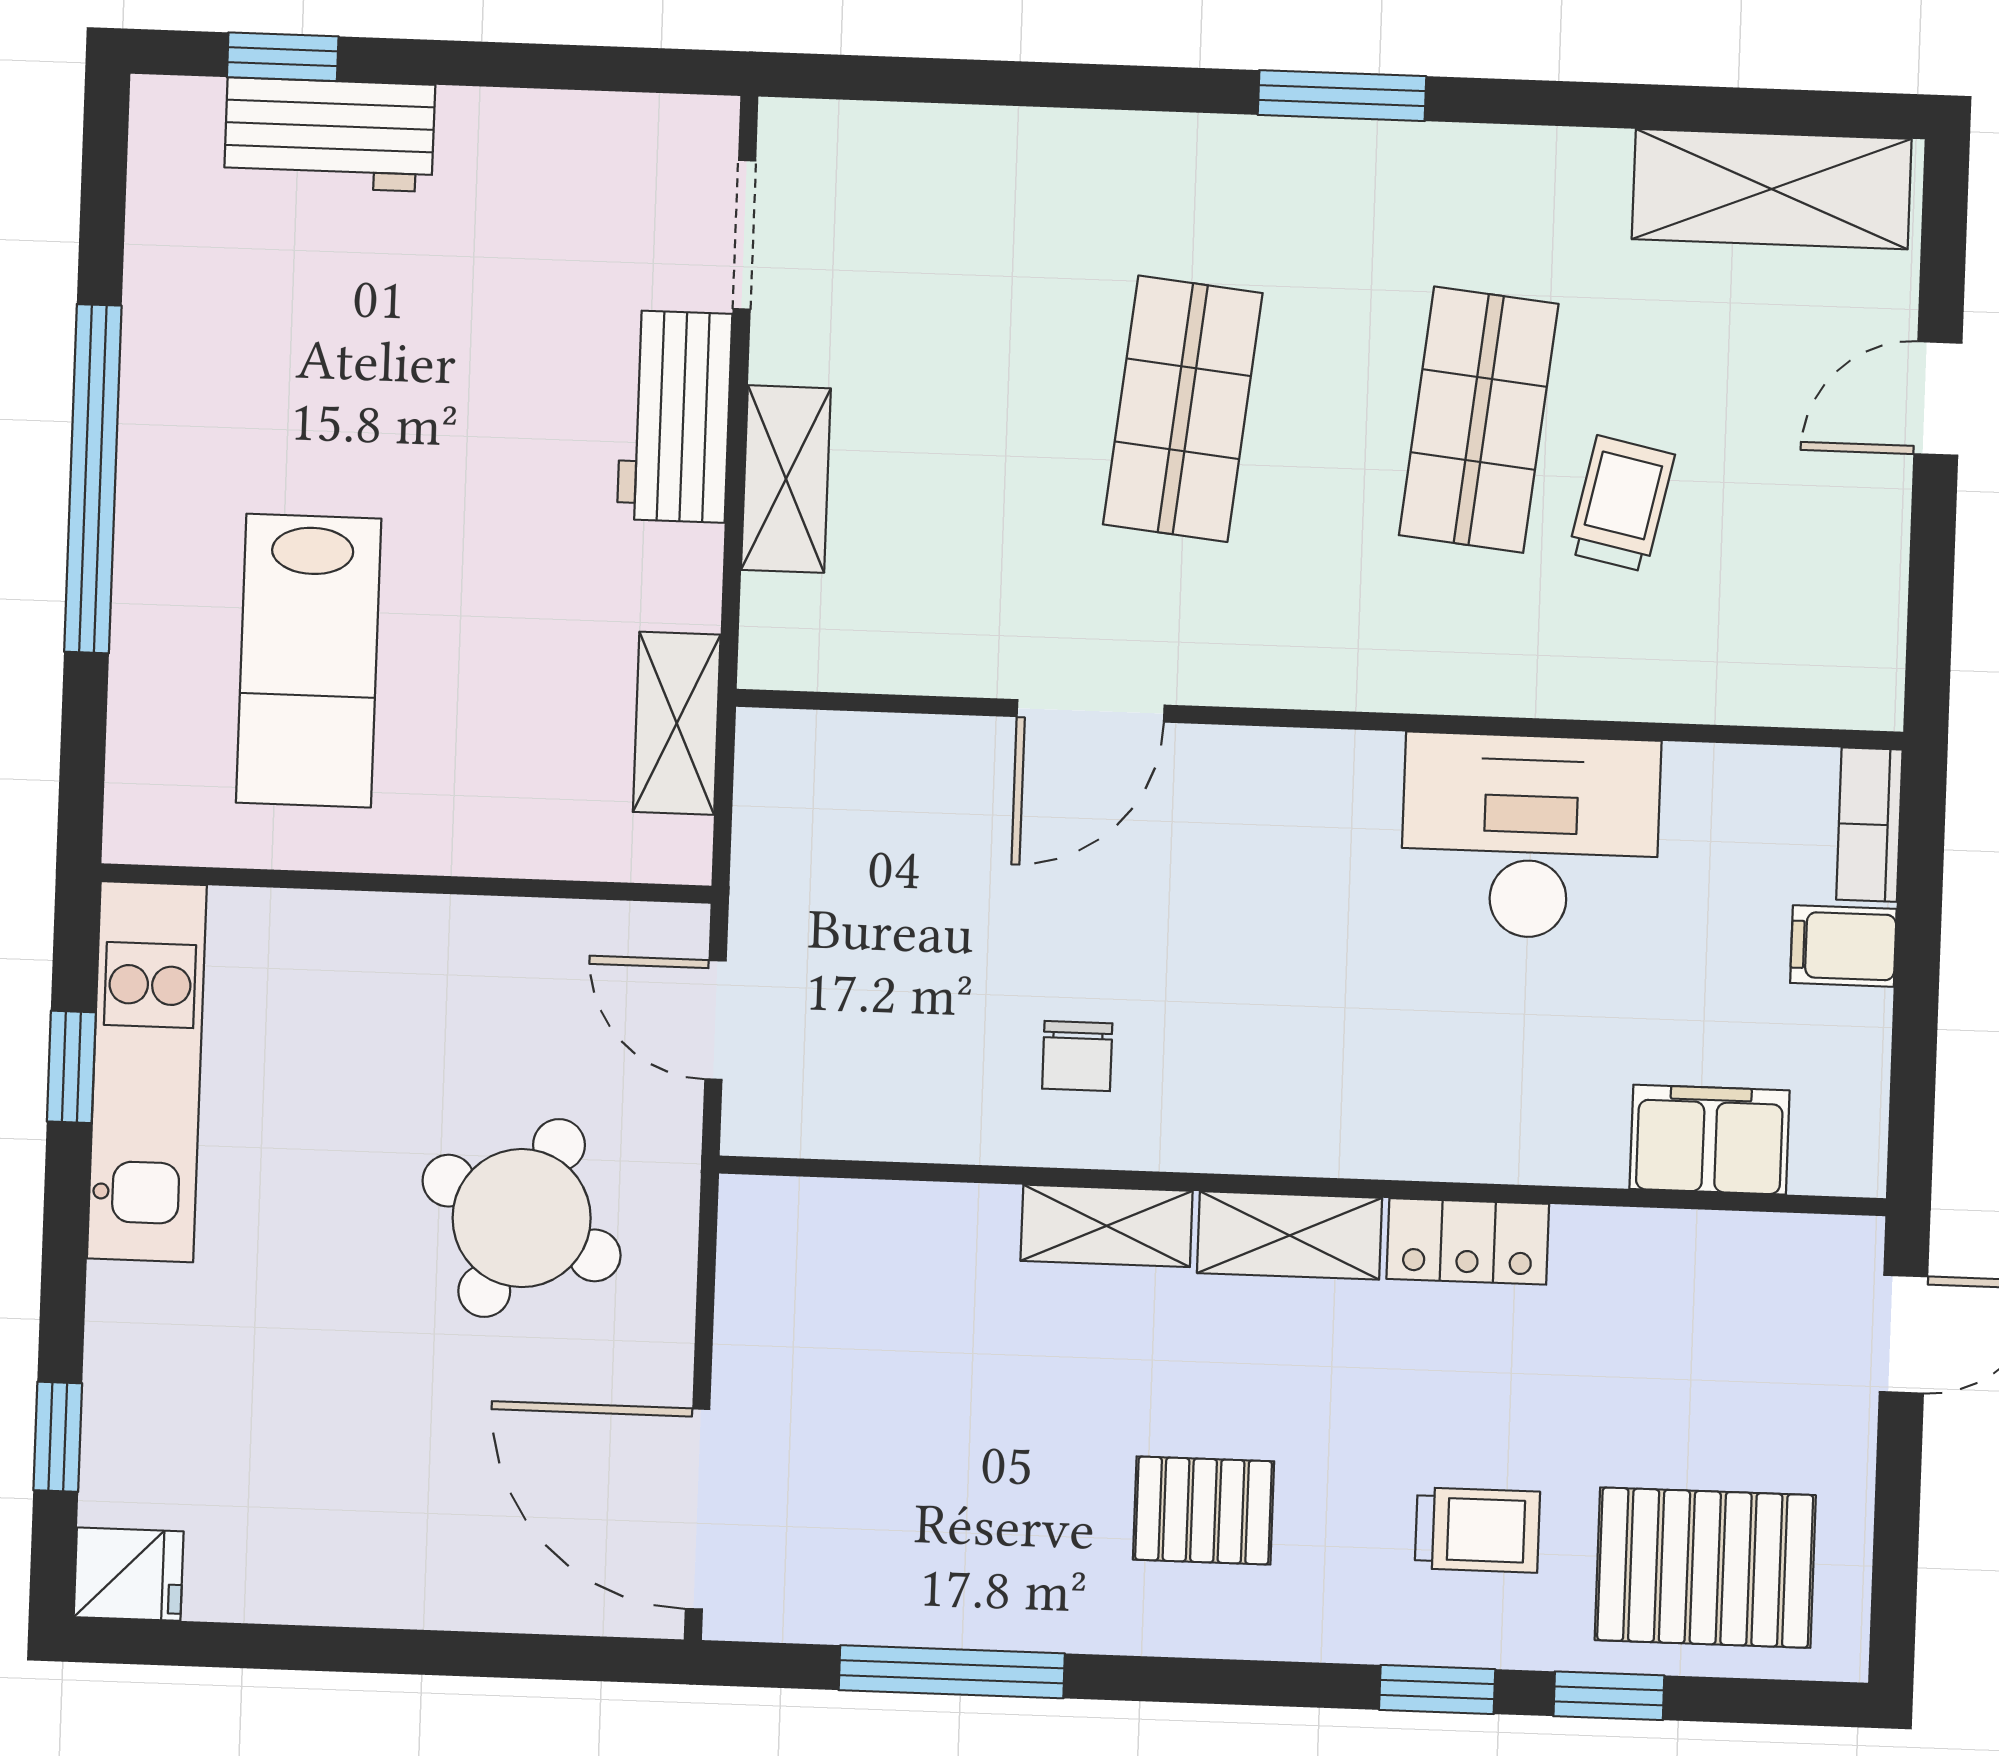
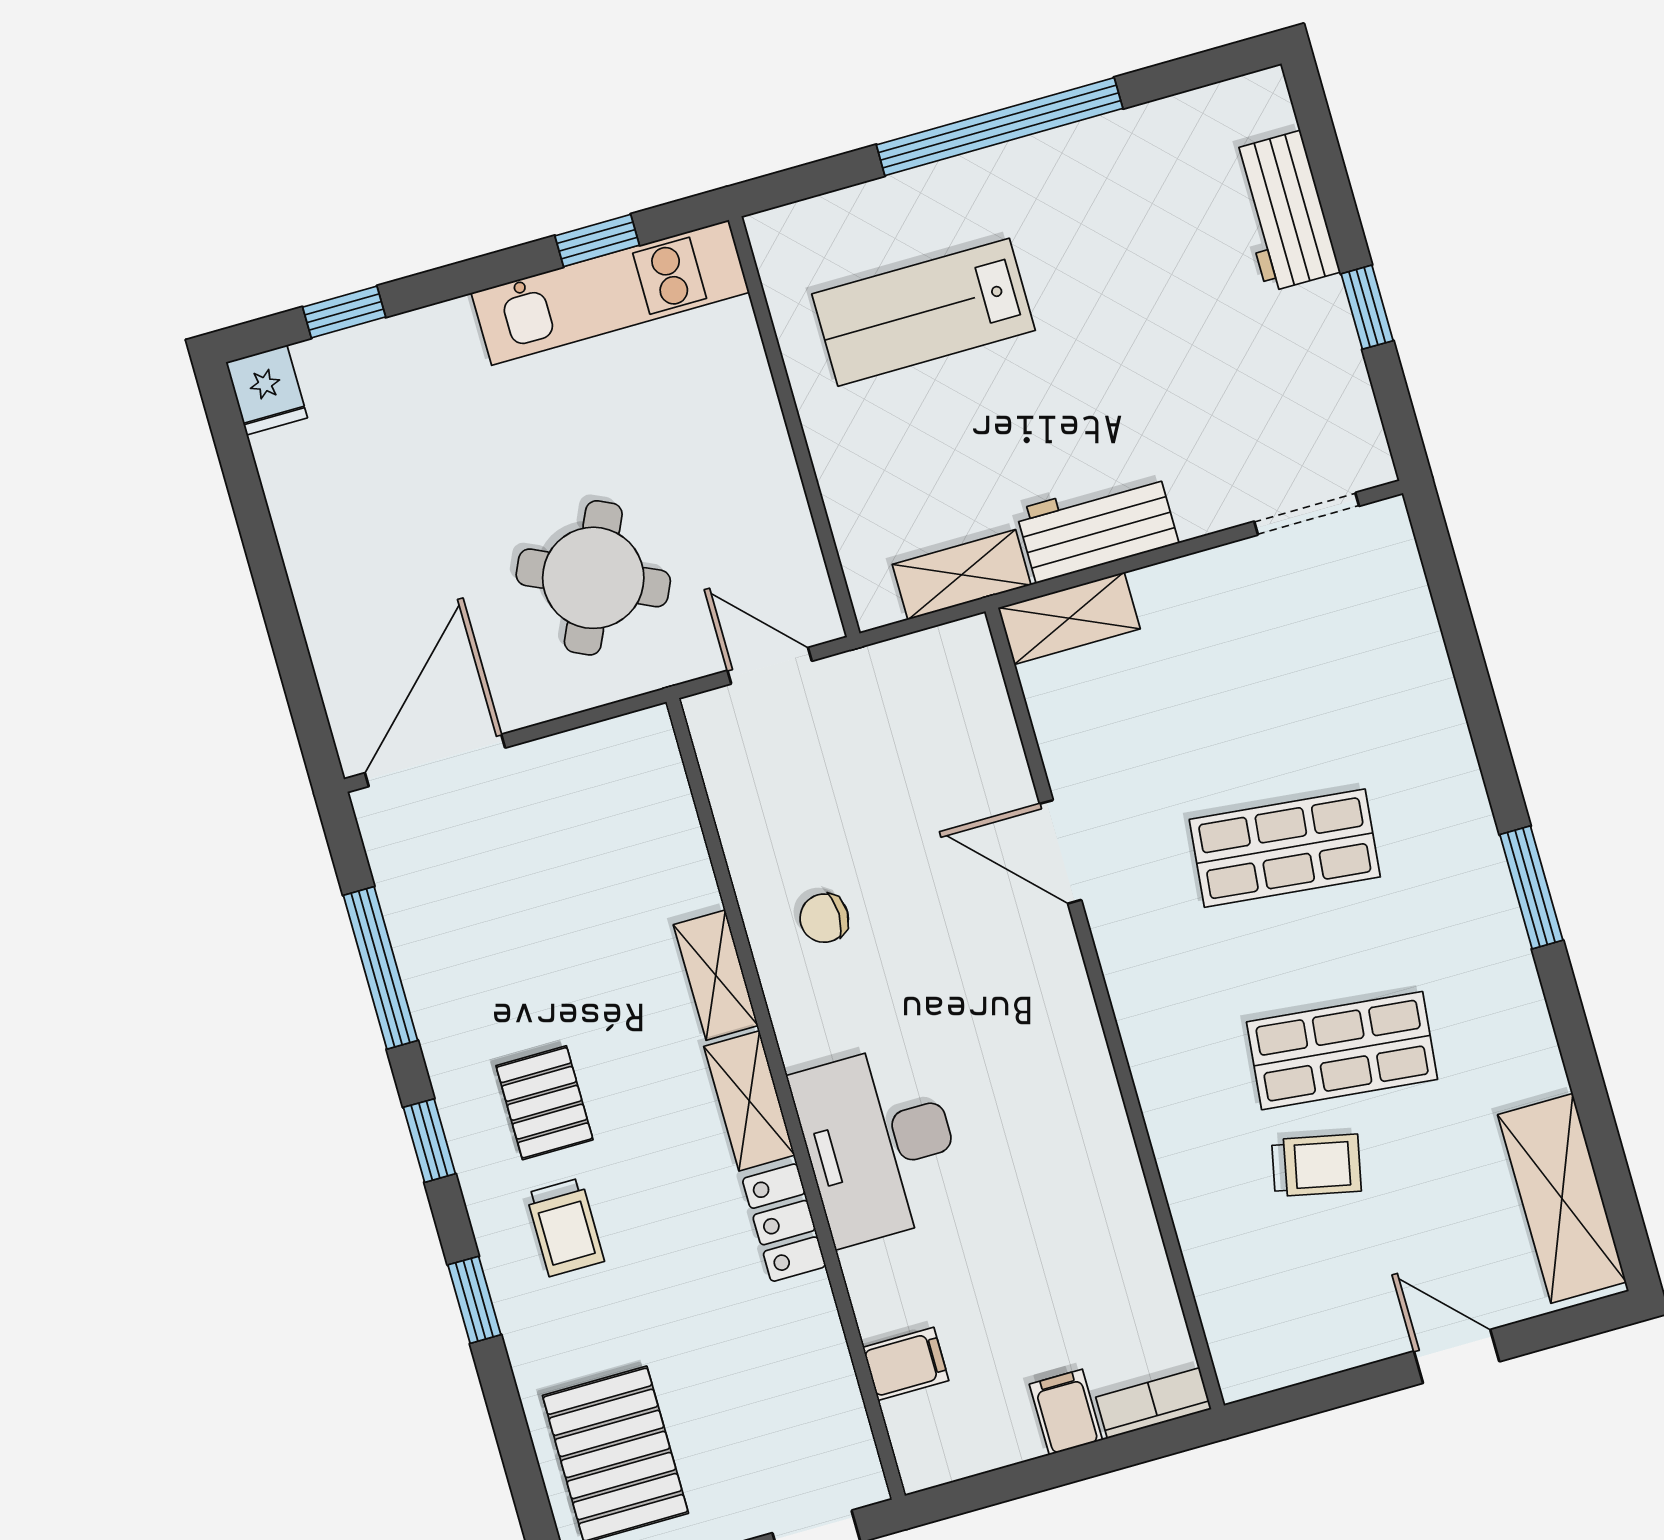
window: (283, 57) -> (1367, 307), moved
workbench: (675, 416) -> (1097, 526), moved
shelving: (786, 479) -> (1069, 618), moved
desk: (1530, 836) -> (879, 1144), moved, turned 180
door: (716, 1020) -> (770, 666), hinge flipped
filing cabinet: (1710, 1140) -> (906, 1364), width x0.50
trolley: (1477, 1530) -> (565, 1227), moved
window: (1609, 1696) -> (429, 1141), moved

